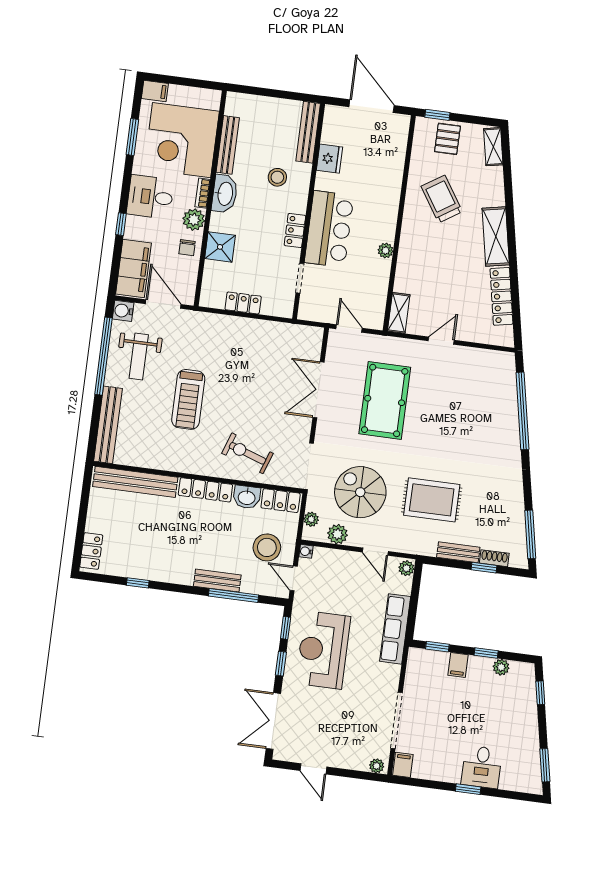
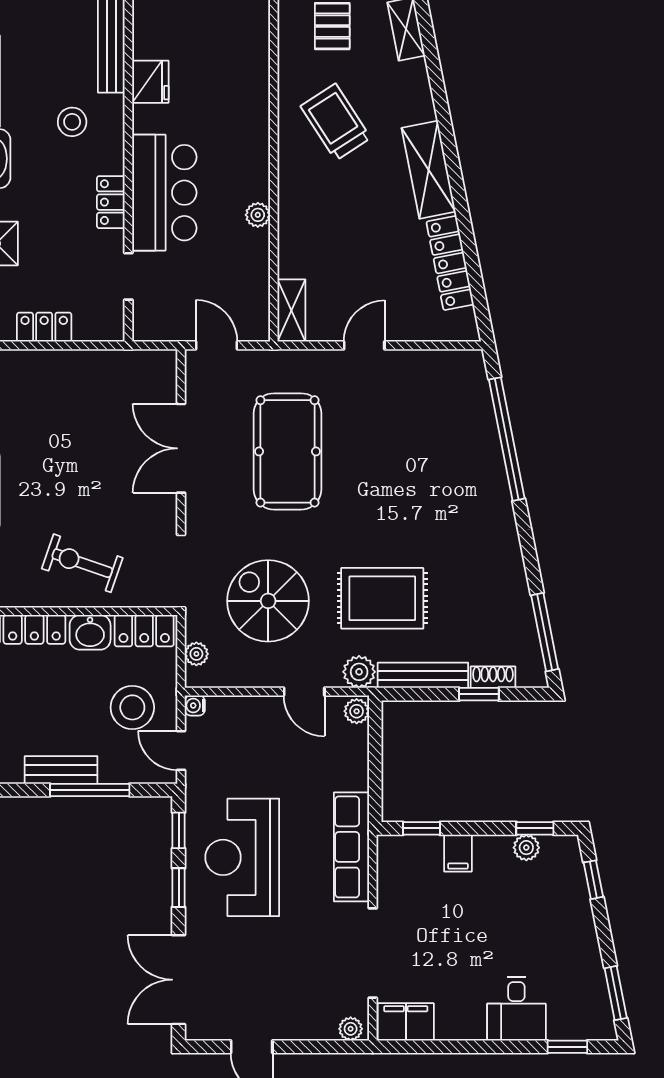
plant: (337, 534) -> (359, 672), moved
bench: (458, 552) -> (423, 675), width x1.36
row of seats: (395, 629) -> (351, 847), moved
window: (486, 653) -> (535, 828), moved
filing cabinet: (403, 765) -> (406, 1022), width x2.00
window: (468, 789) -> (567, 1047), moved

